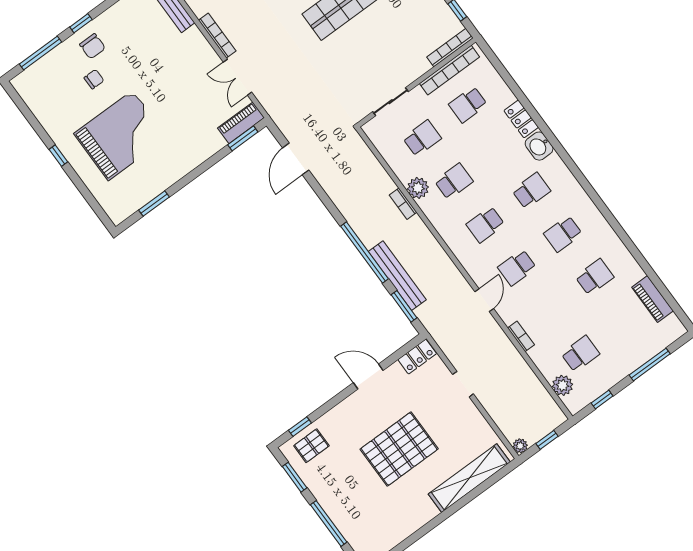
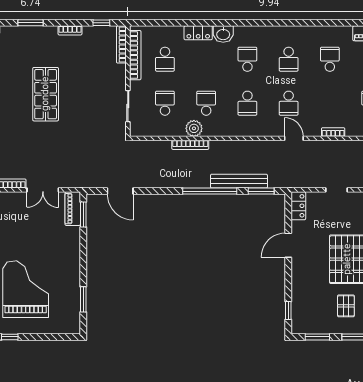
bookcase: (403, 204) -> (190, 145), width x1.56
pallet: (311, 446) -> (346, 306), moved

